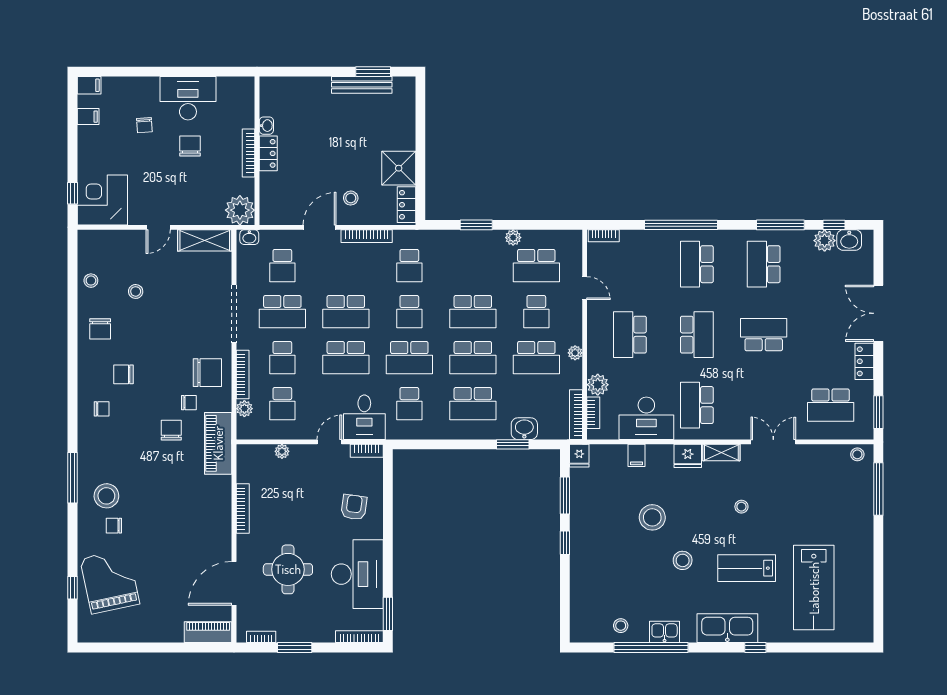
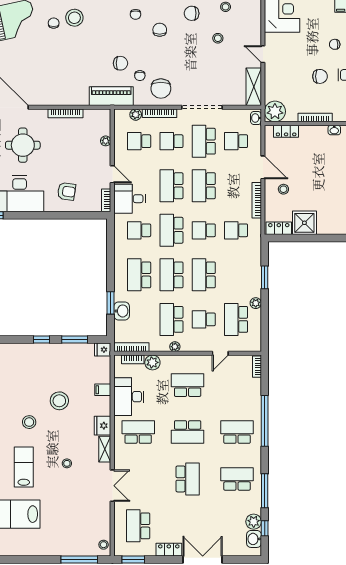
locker: (268, 153) -> (286, 131), moved

